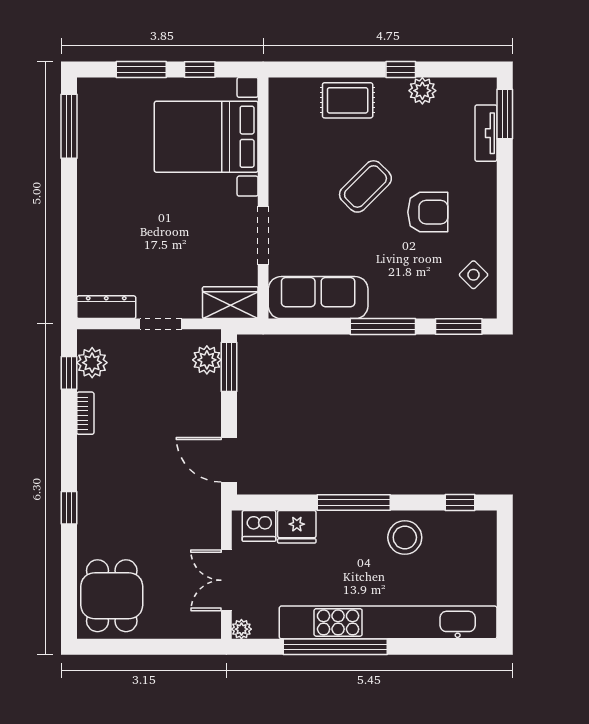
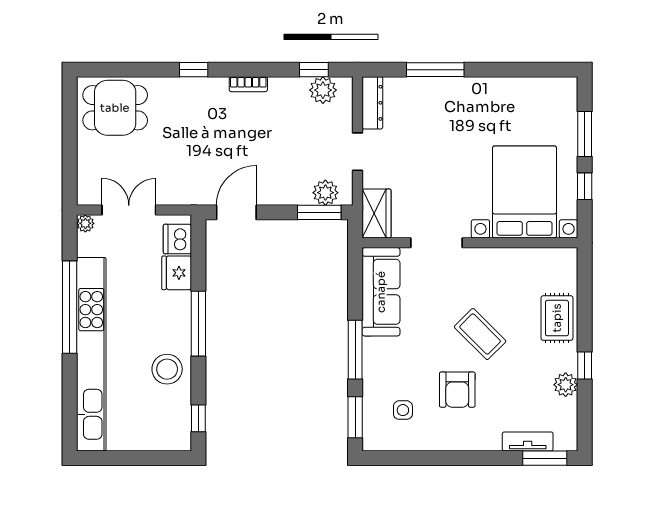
window: (69, 126) -> (435, 70), moved
side table: (474, 275) -> (403, 410), moved, turned 45
bookcase: (85, 413) -> (248, 84), moved

